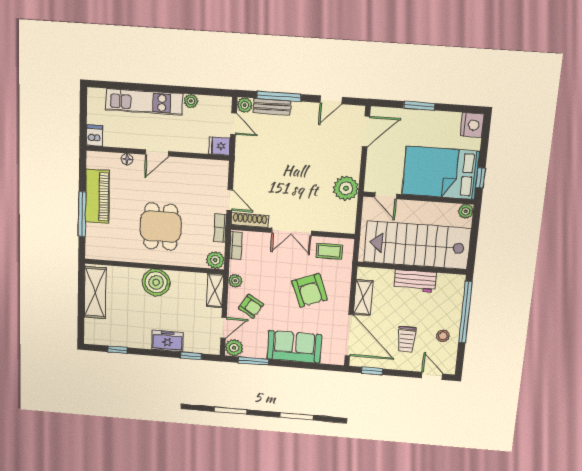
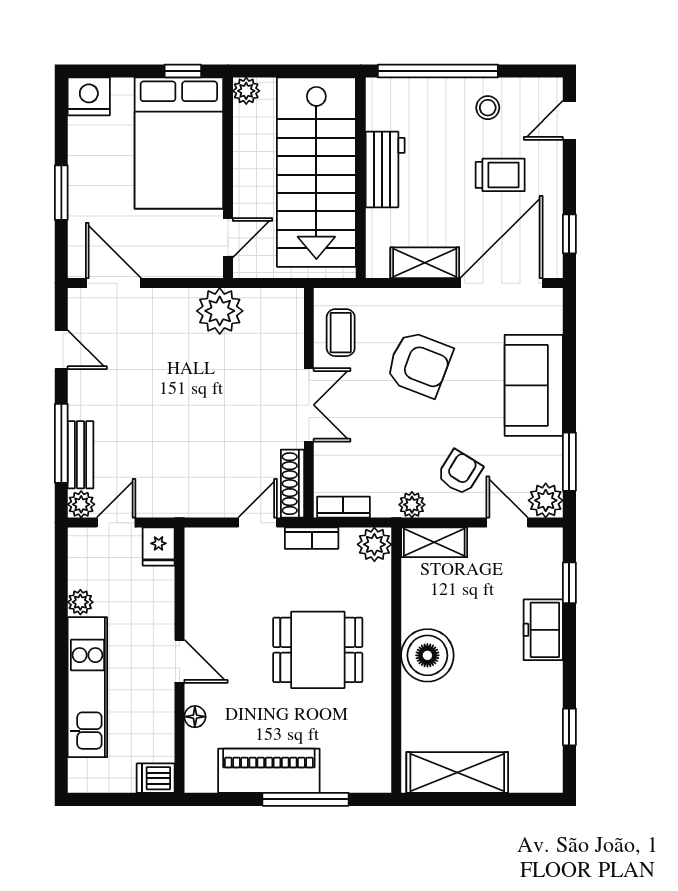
armchair: (309, 290) -> (419, 364), turned 42

